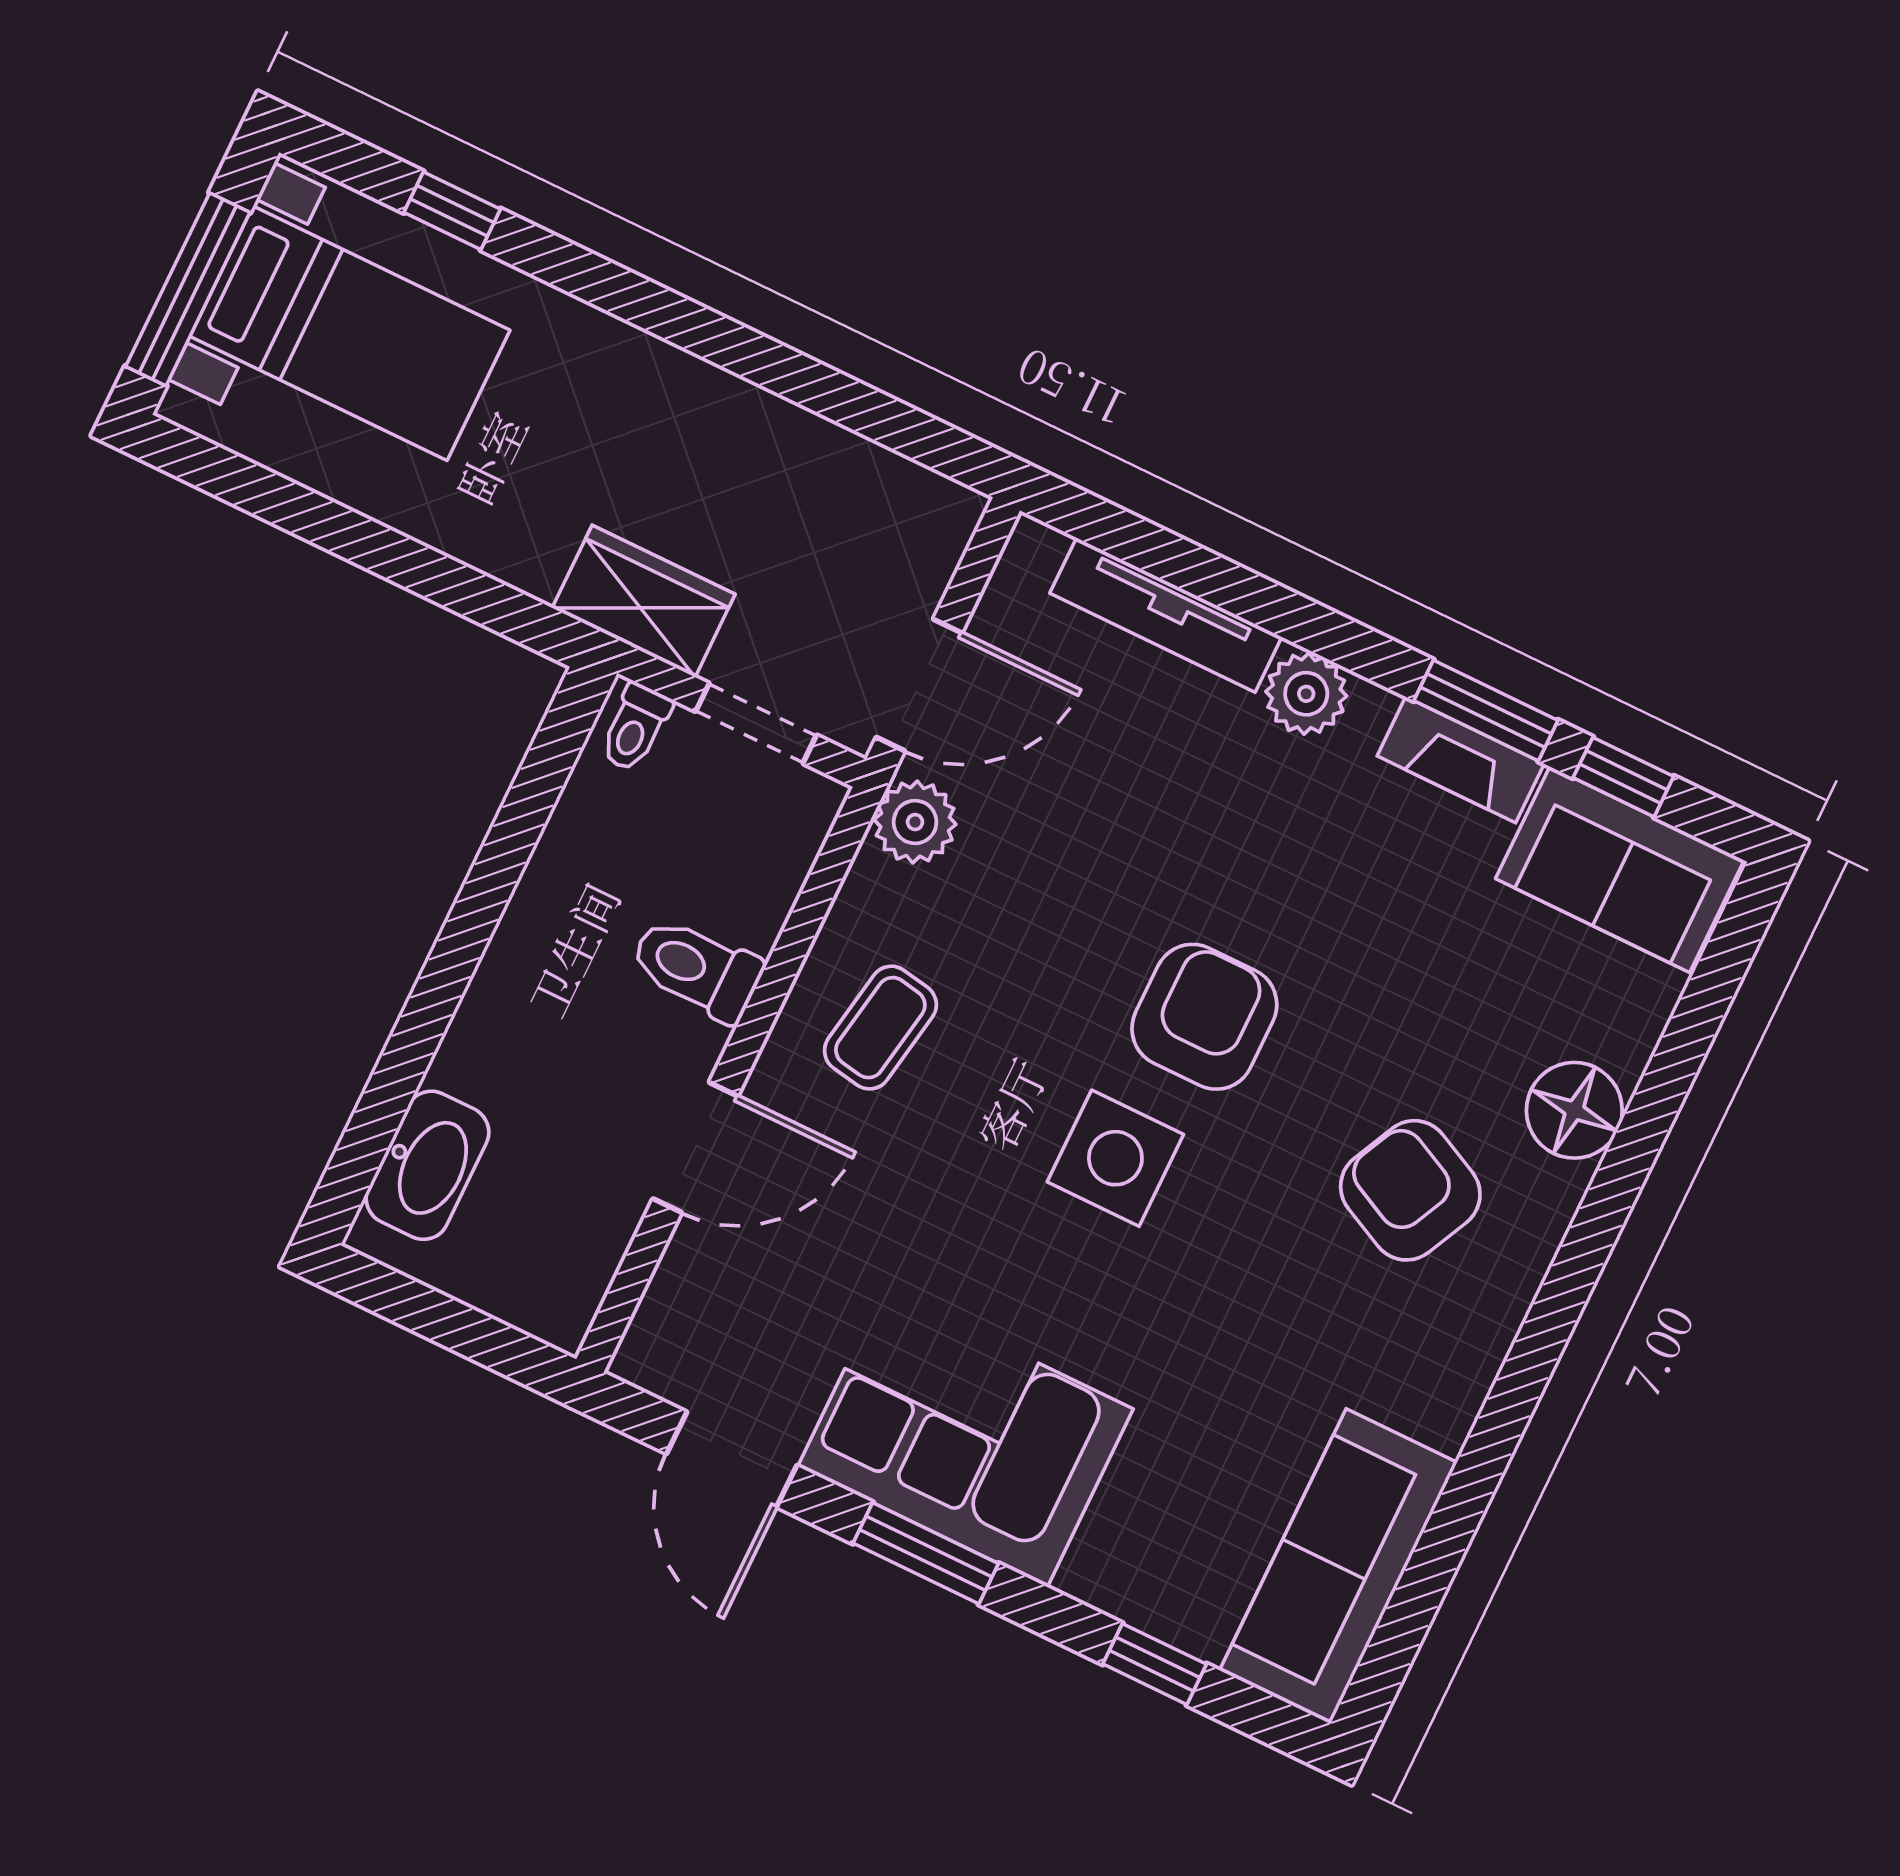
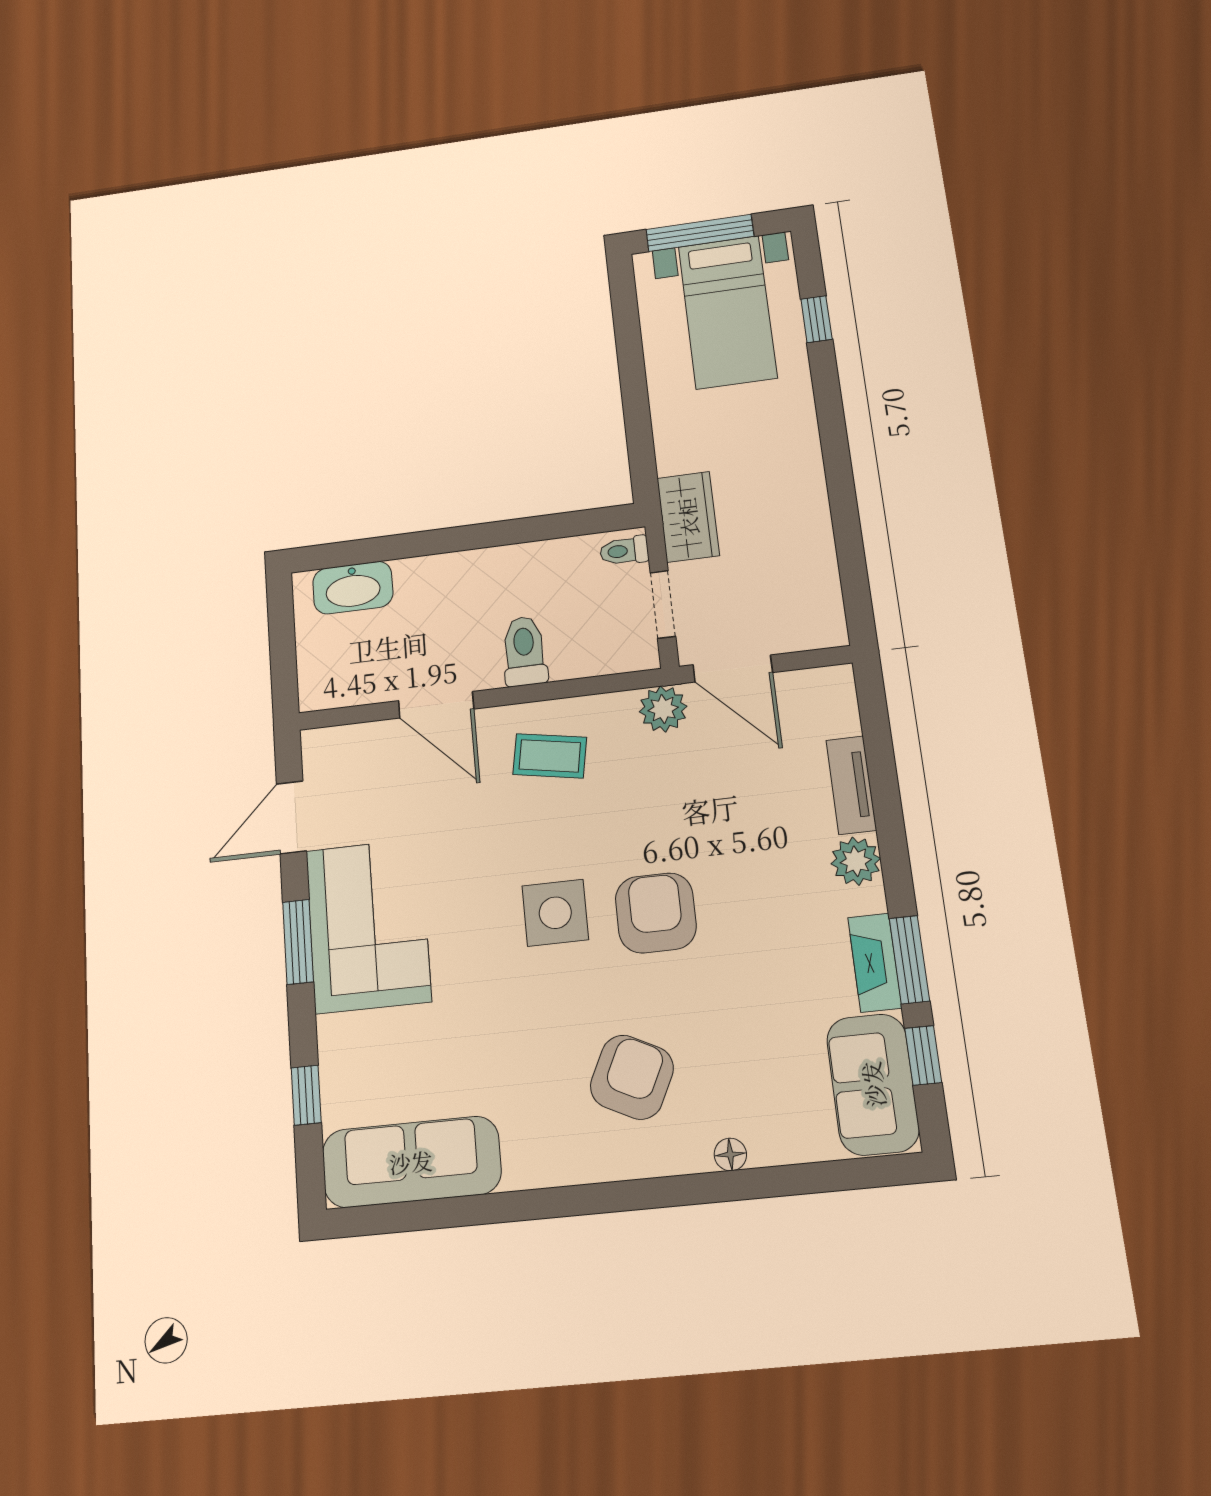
tv unit: (1166, 615) -> (851, 785), width x0.71
armchair: (1204, 1017) -> (656, 913), turned -90
floor lamp: (1574, 1110) -> (730, 1154), width x0.53, depth x0.53

